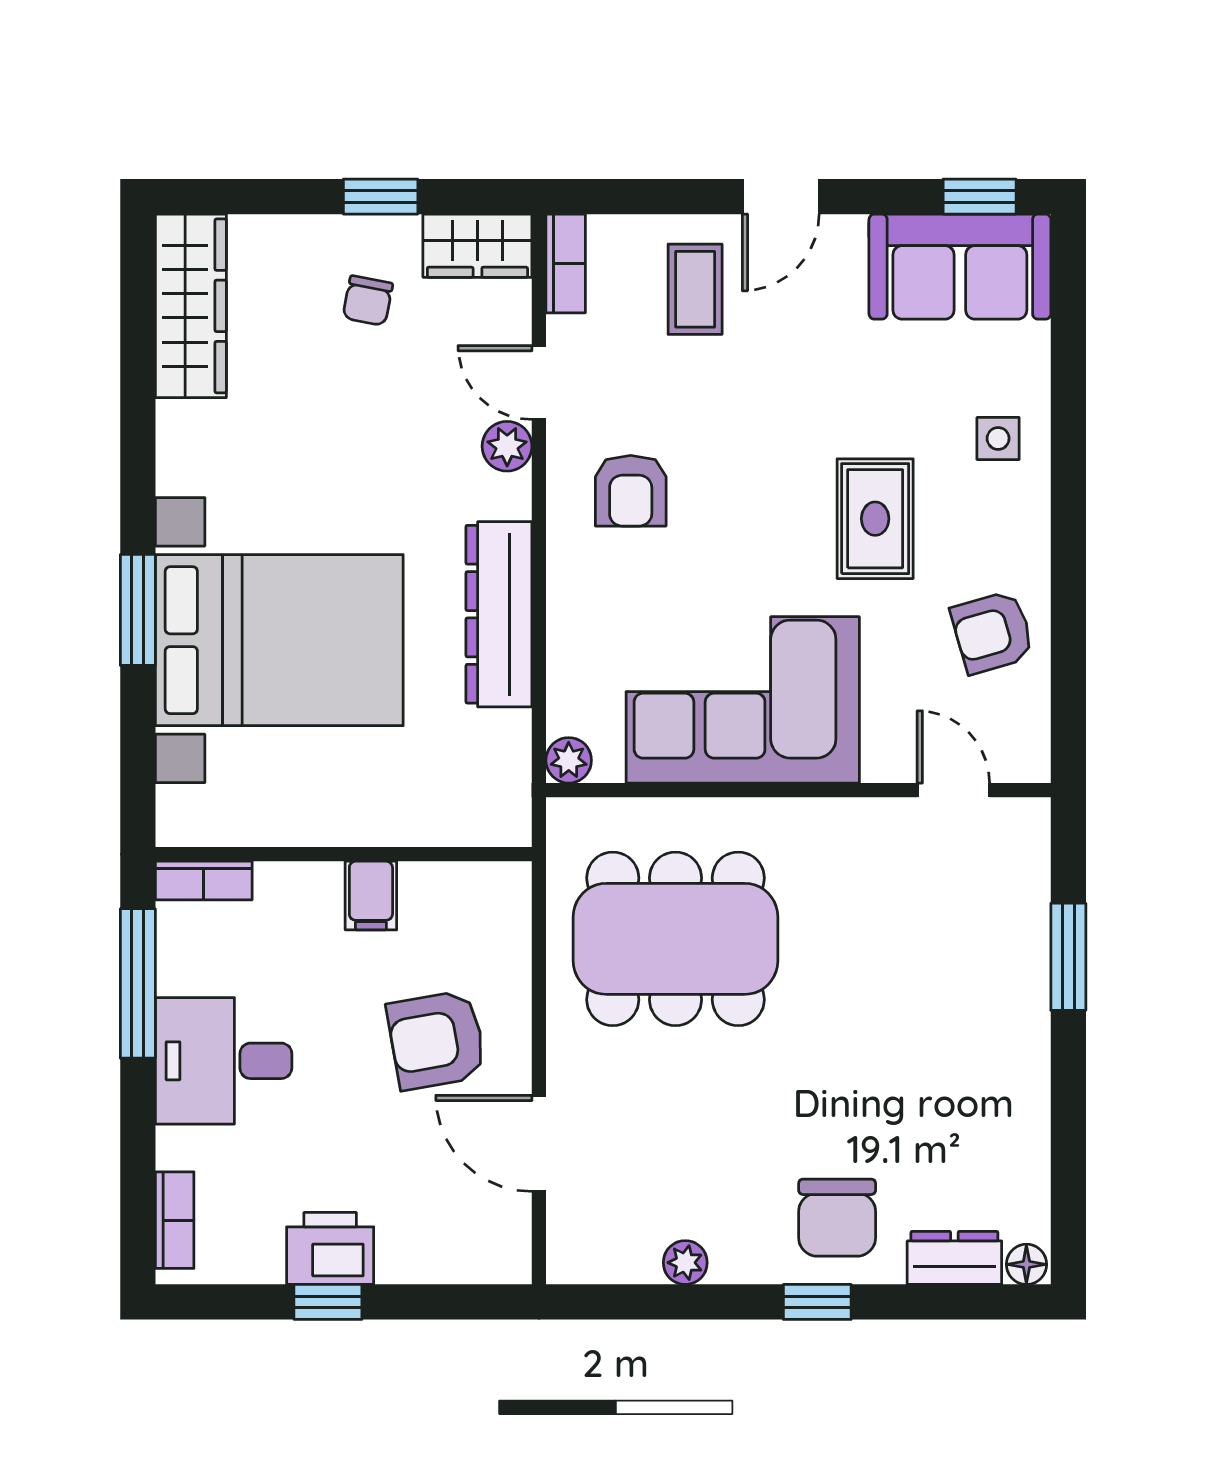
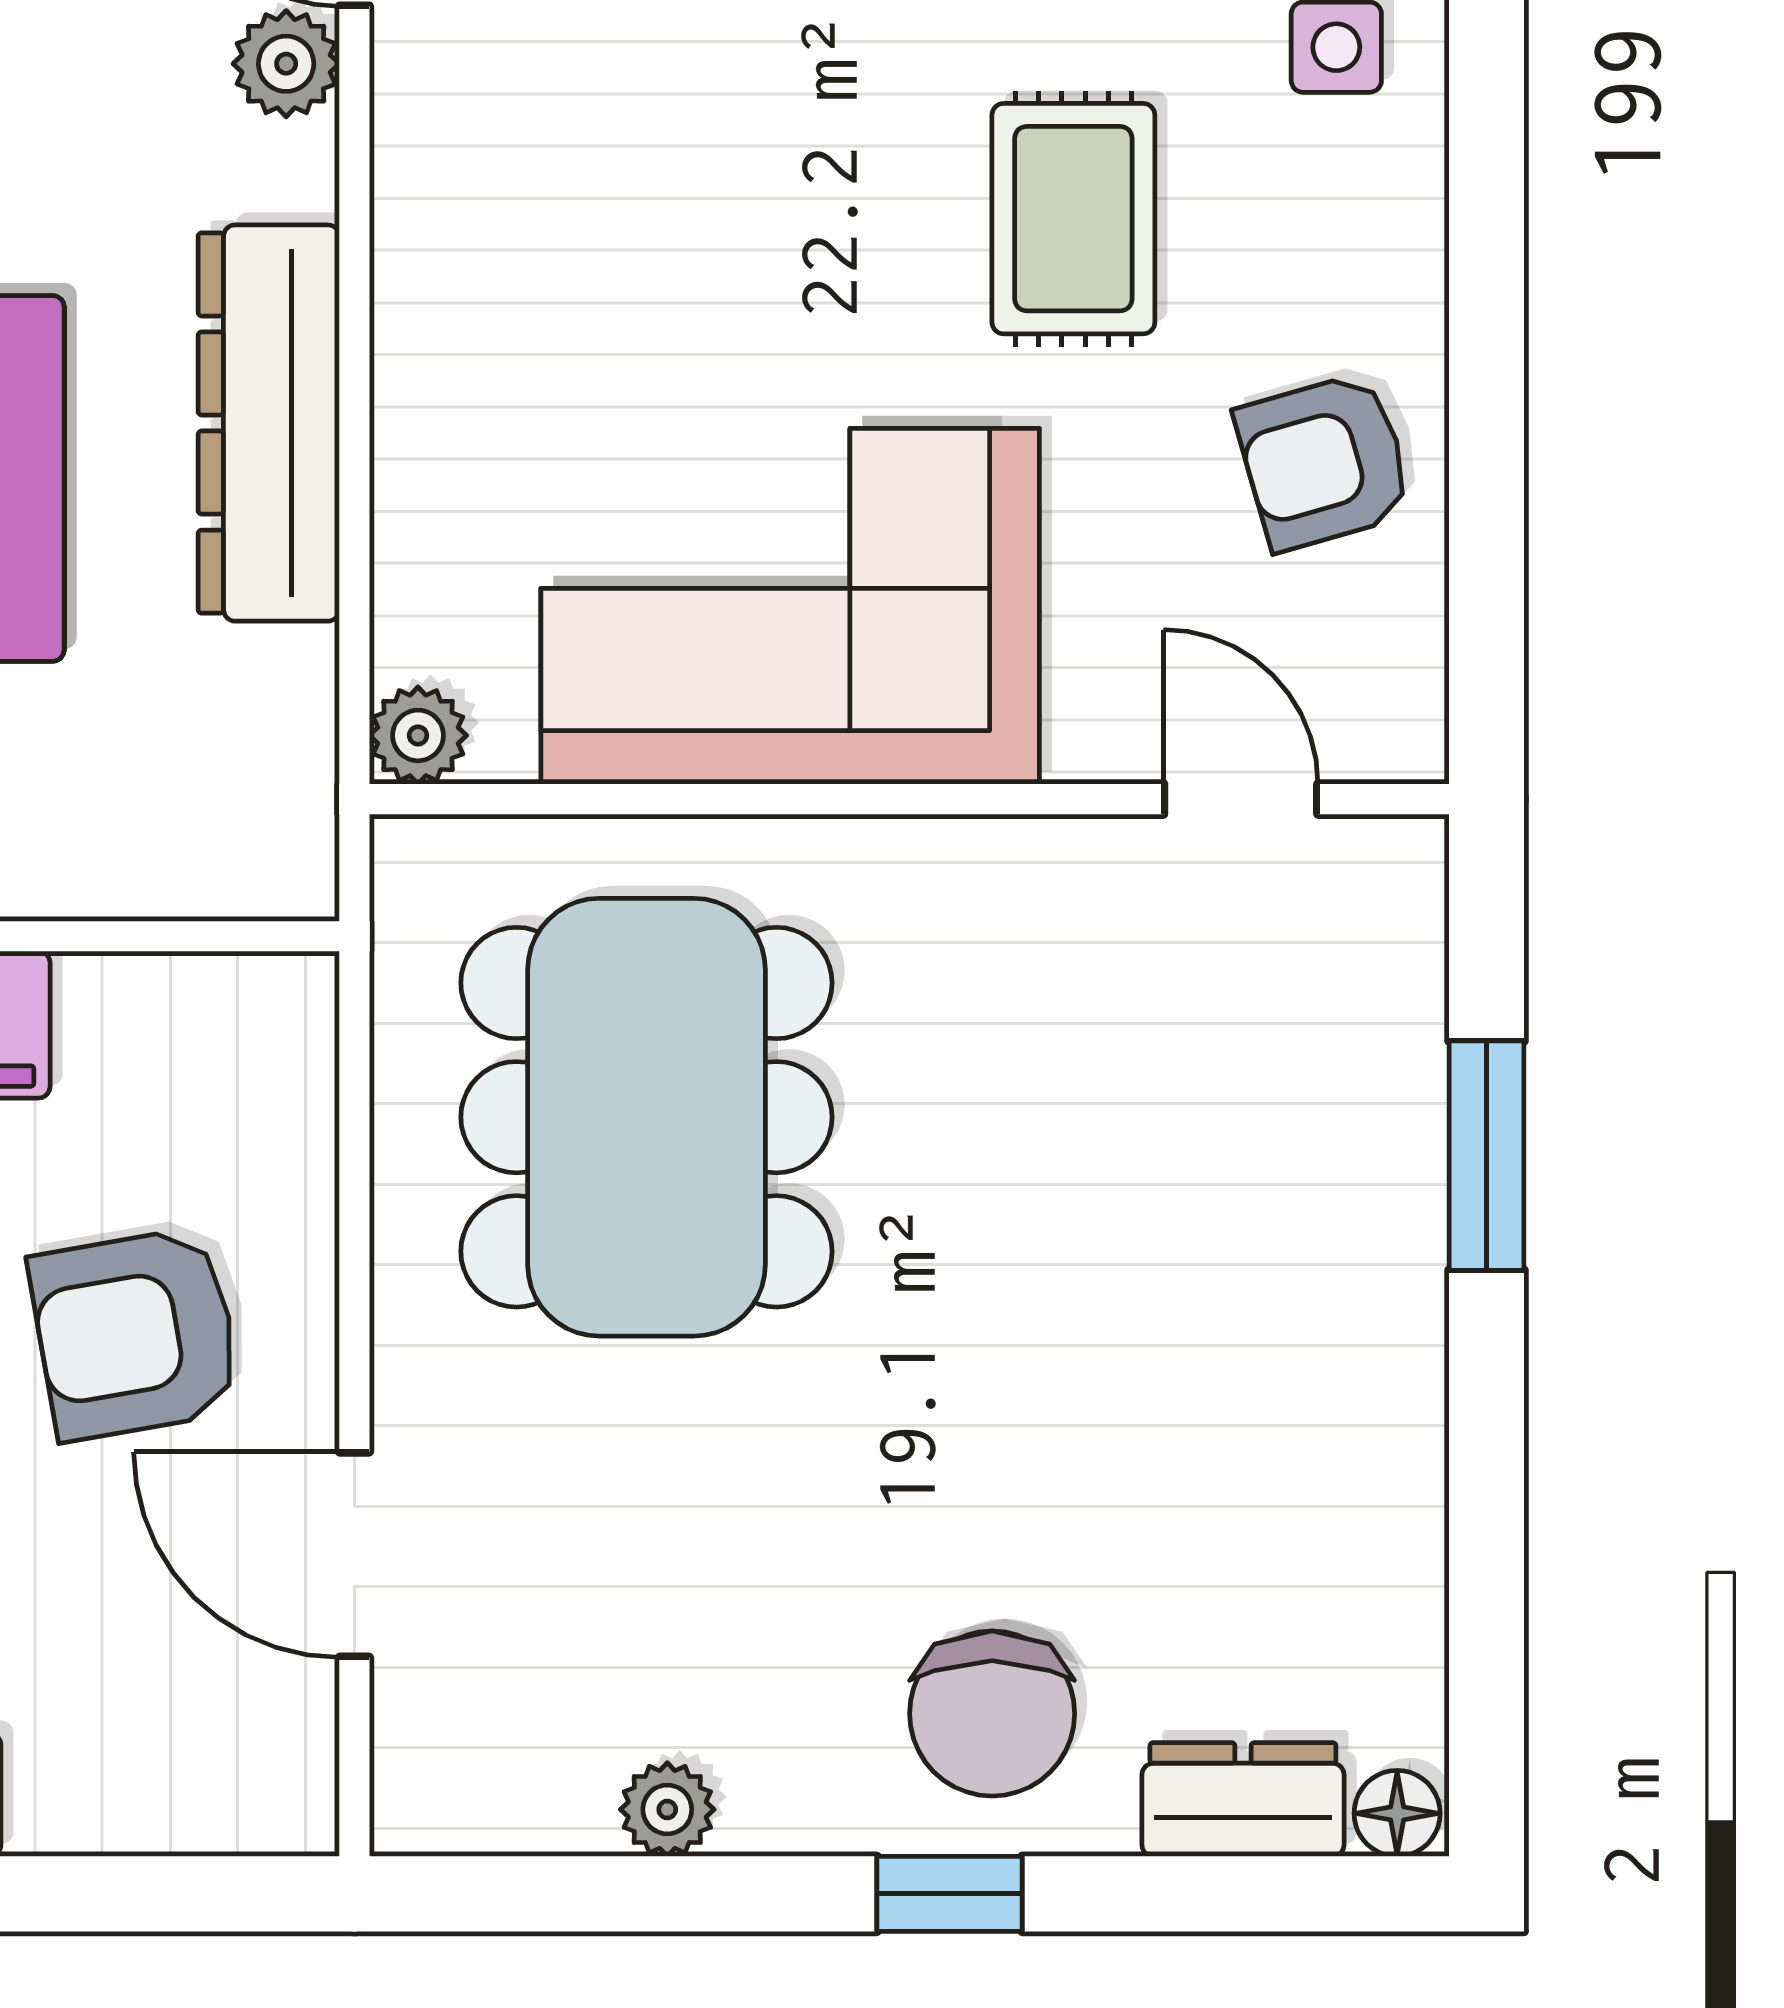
armchair: (631, 491) -> (551, 159), removed
dining table: (676, 939) -> (646, 1117), turned 90

